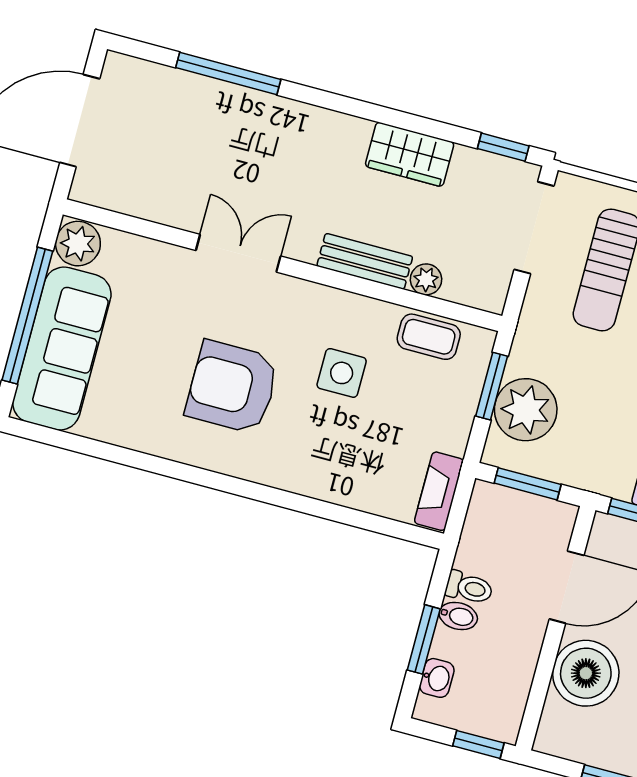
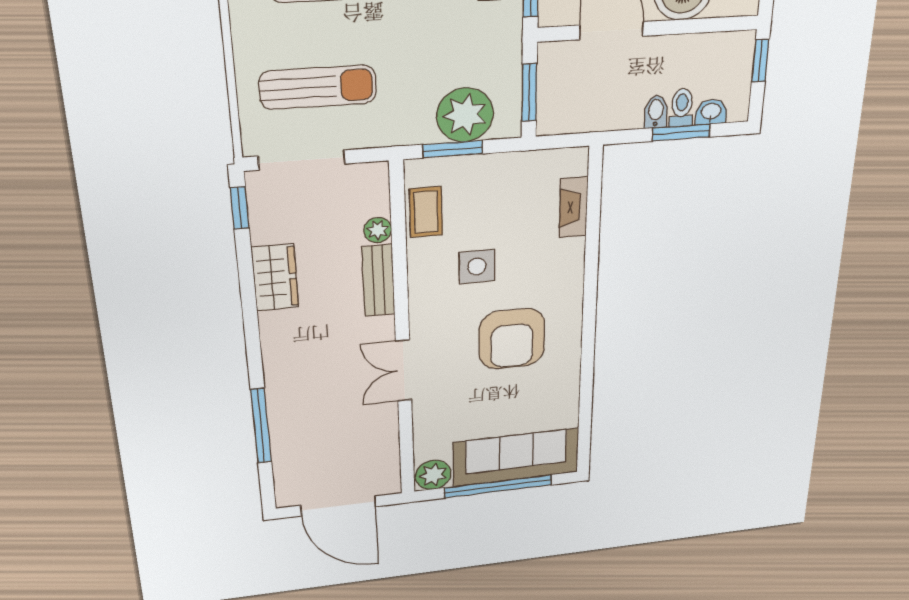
fireplace: (439, 491) -> (574, 207), moved, turned 90
toilet: (469, 588) -> (682, 108), moved

